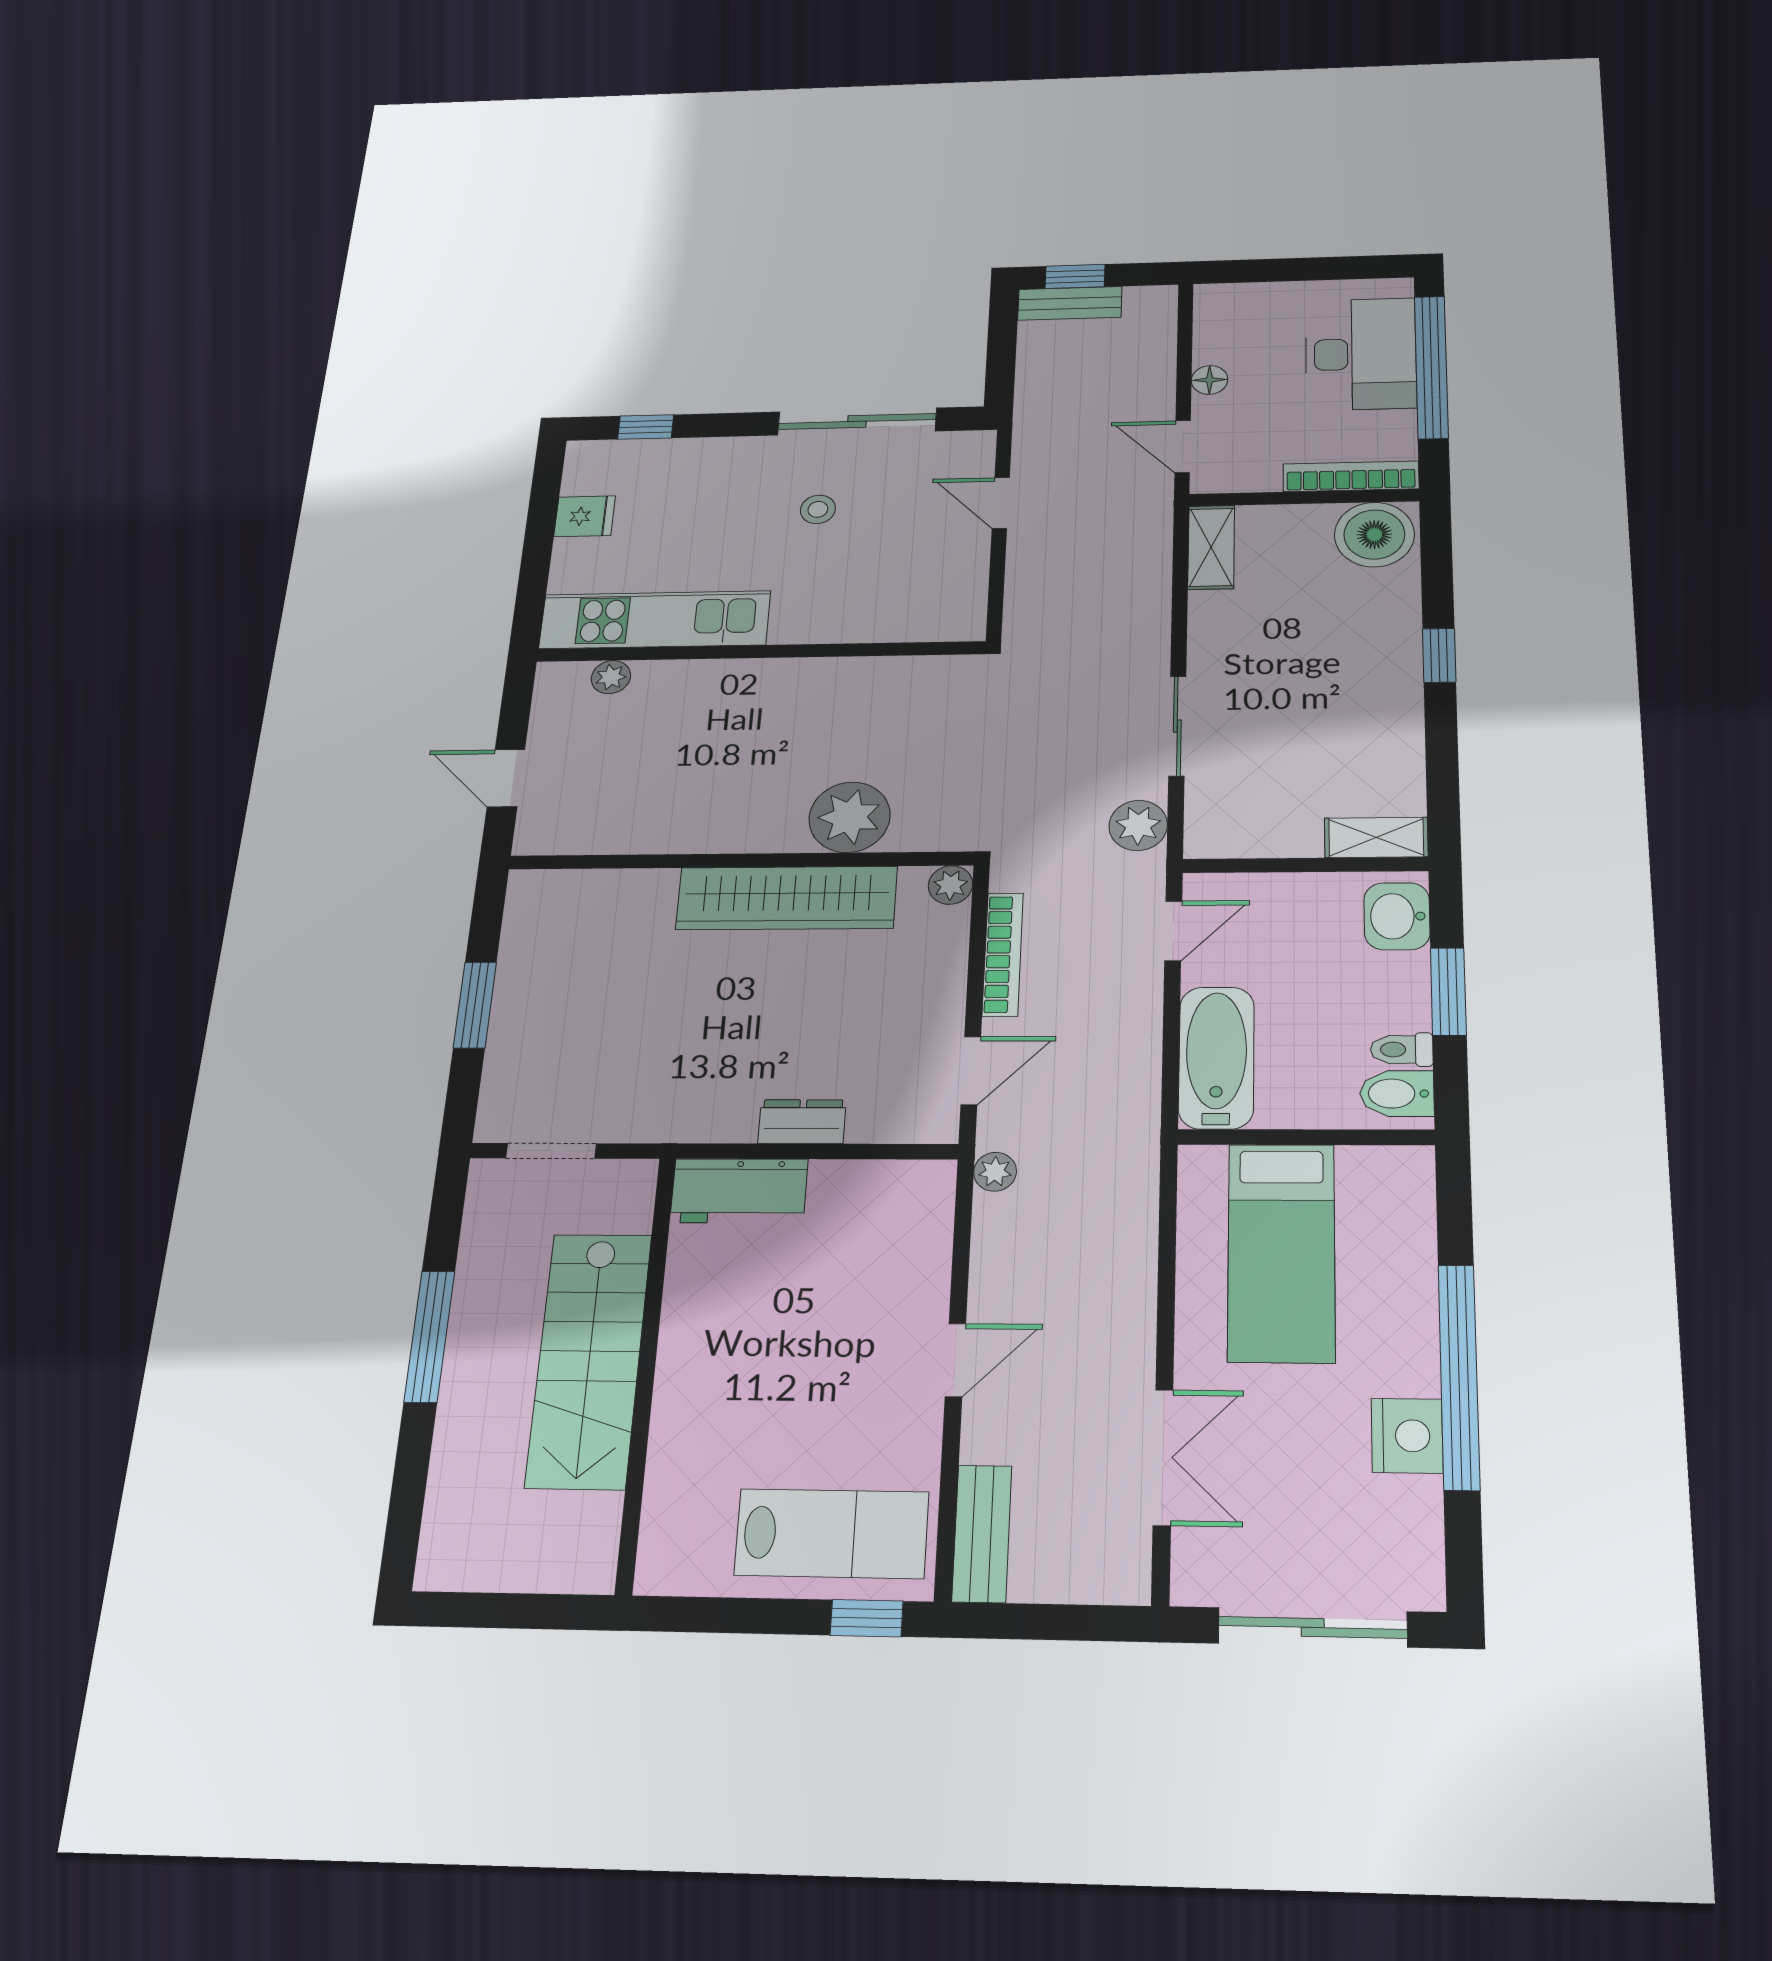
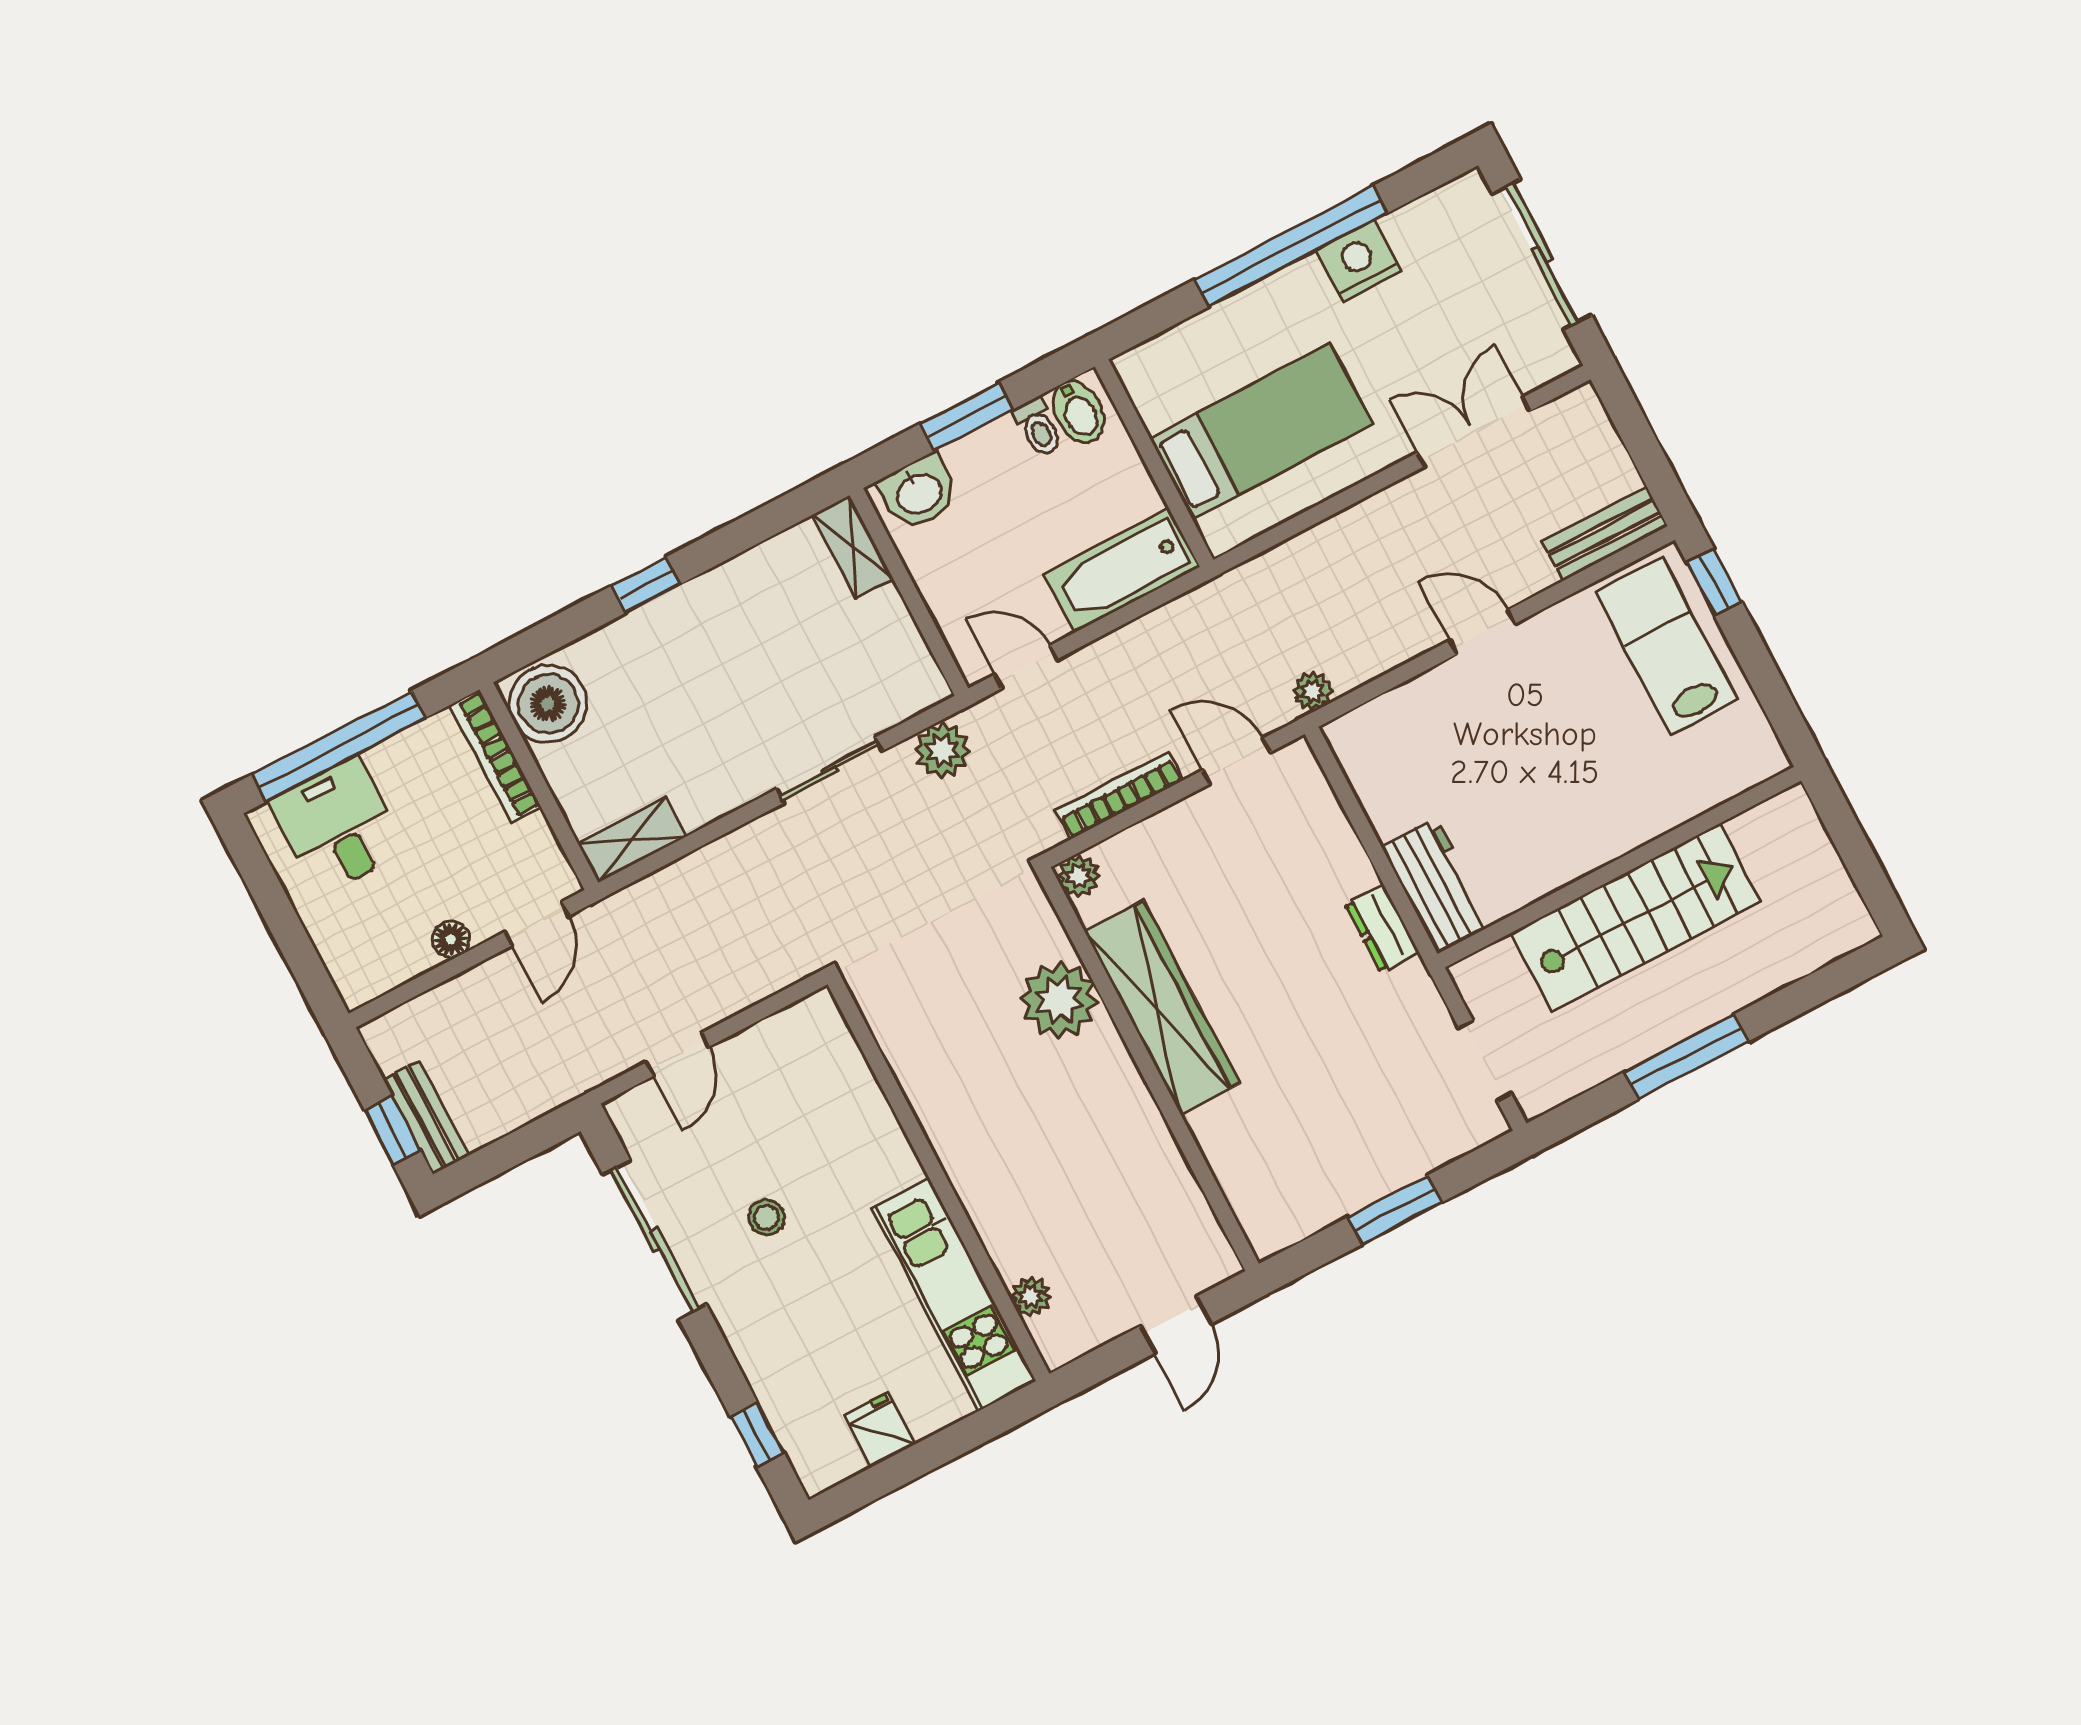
desk: (1361, 354) -> (338, 826), width x0.73
dresser: (802, 1122) -> (1382, 928), moved

